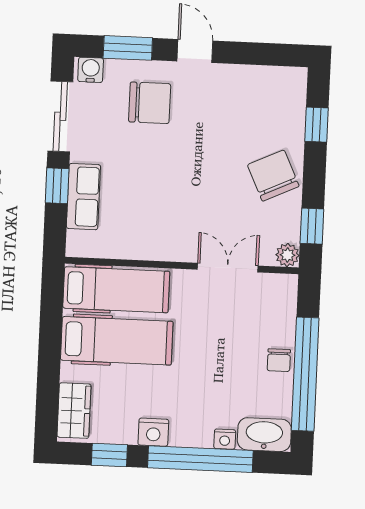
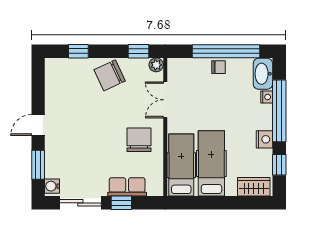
chair: (150, 103) -> (139, 140), moved

